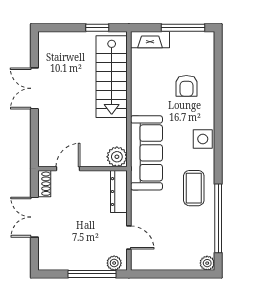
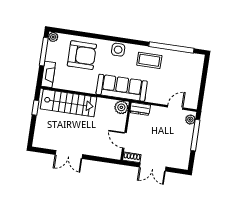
armchair: (186, 86) -> (82, 55), width x1.88, depth x1.88
dresser: (119, 192) -> (140, 109), width x0.70
plant: (207, 263) -> (53, 37), moved

